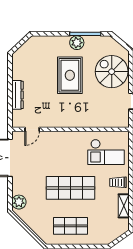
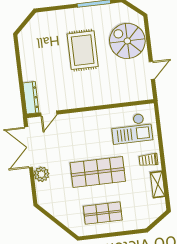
plant: (77, 43) -> (86, 14), removed
dresser: (18, 95) -> (31, 98), moved
plant: (19, 202) -> (42, 174), moved

